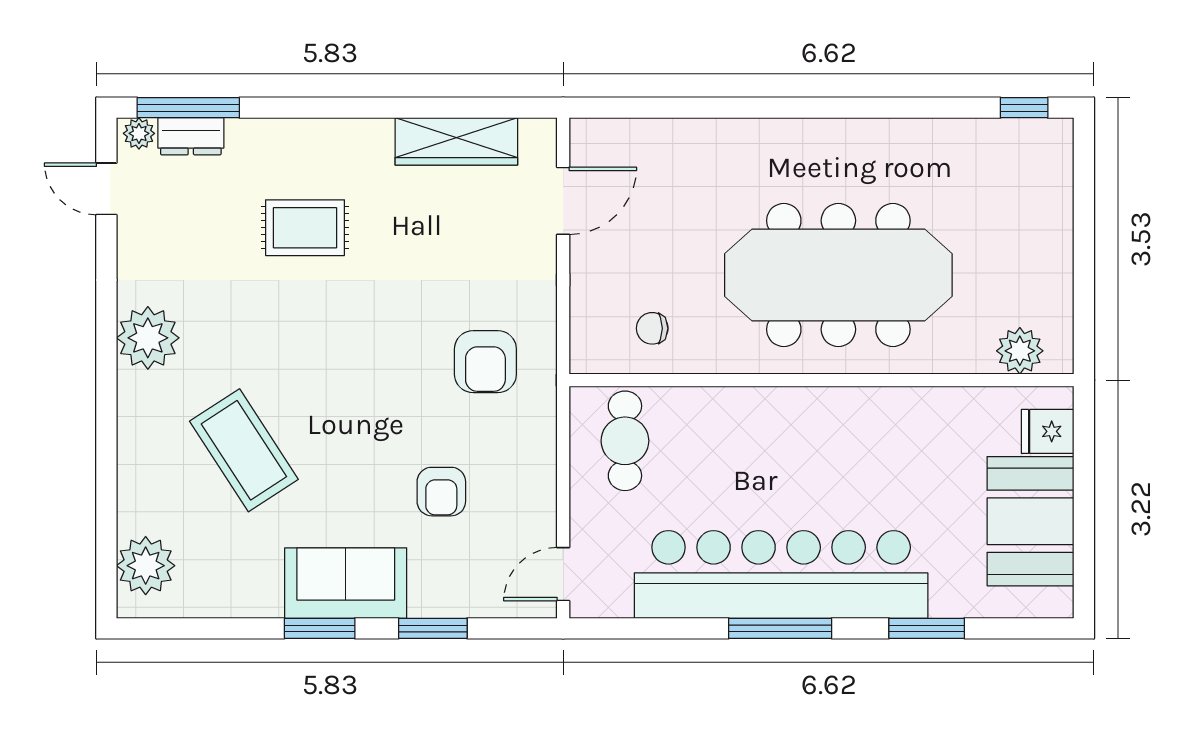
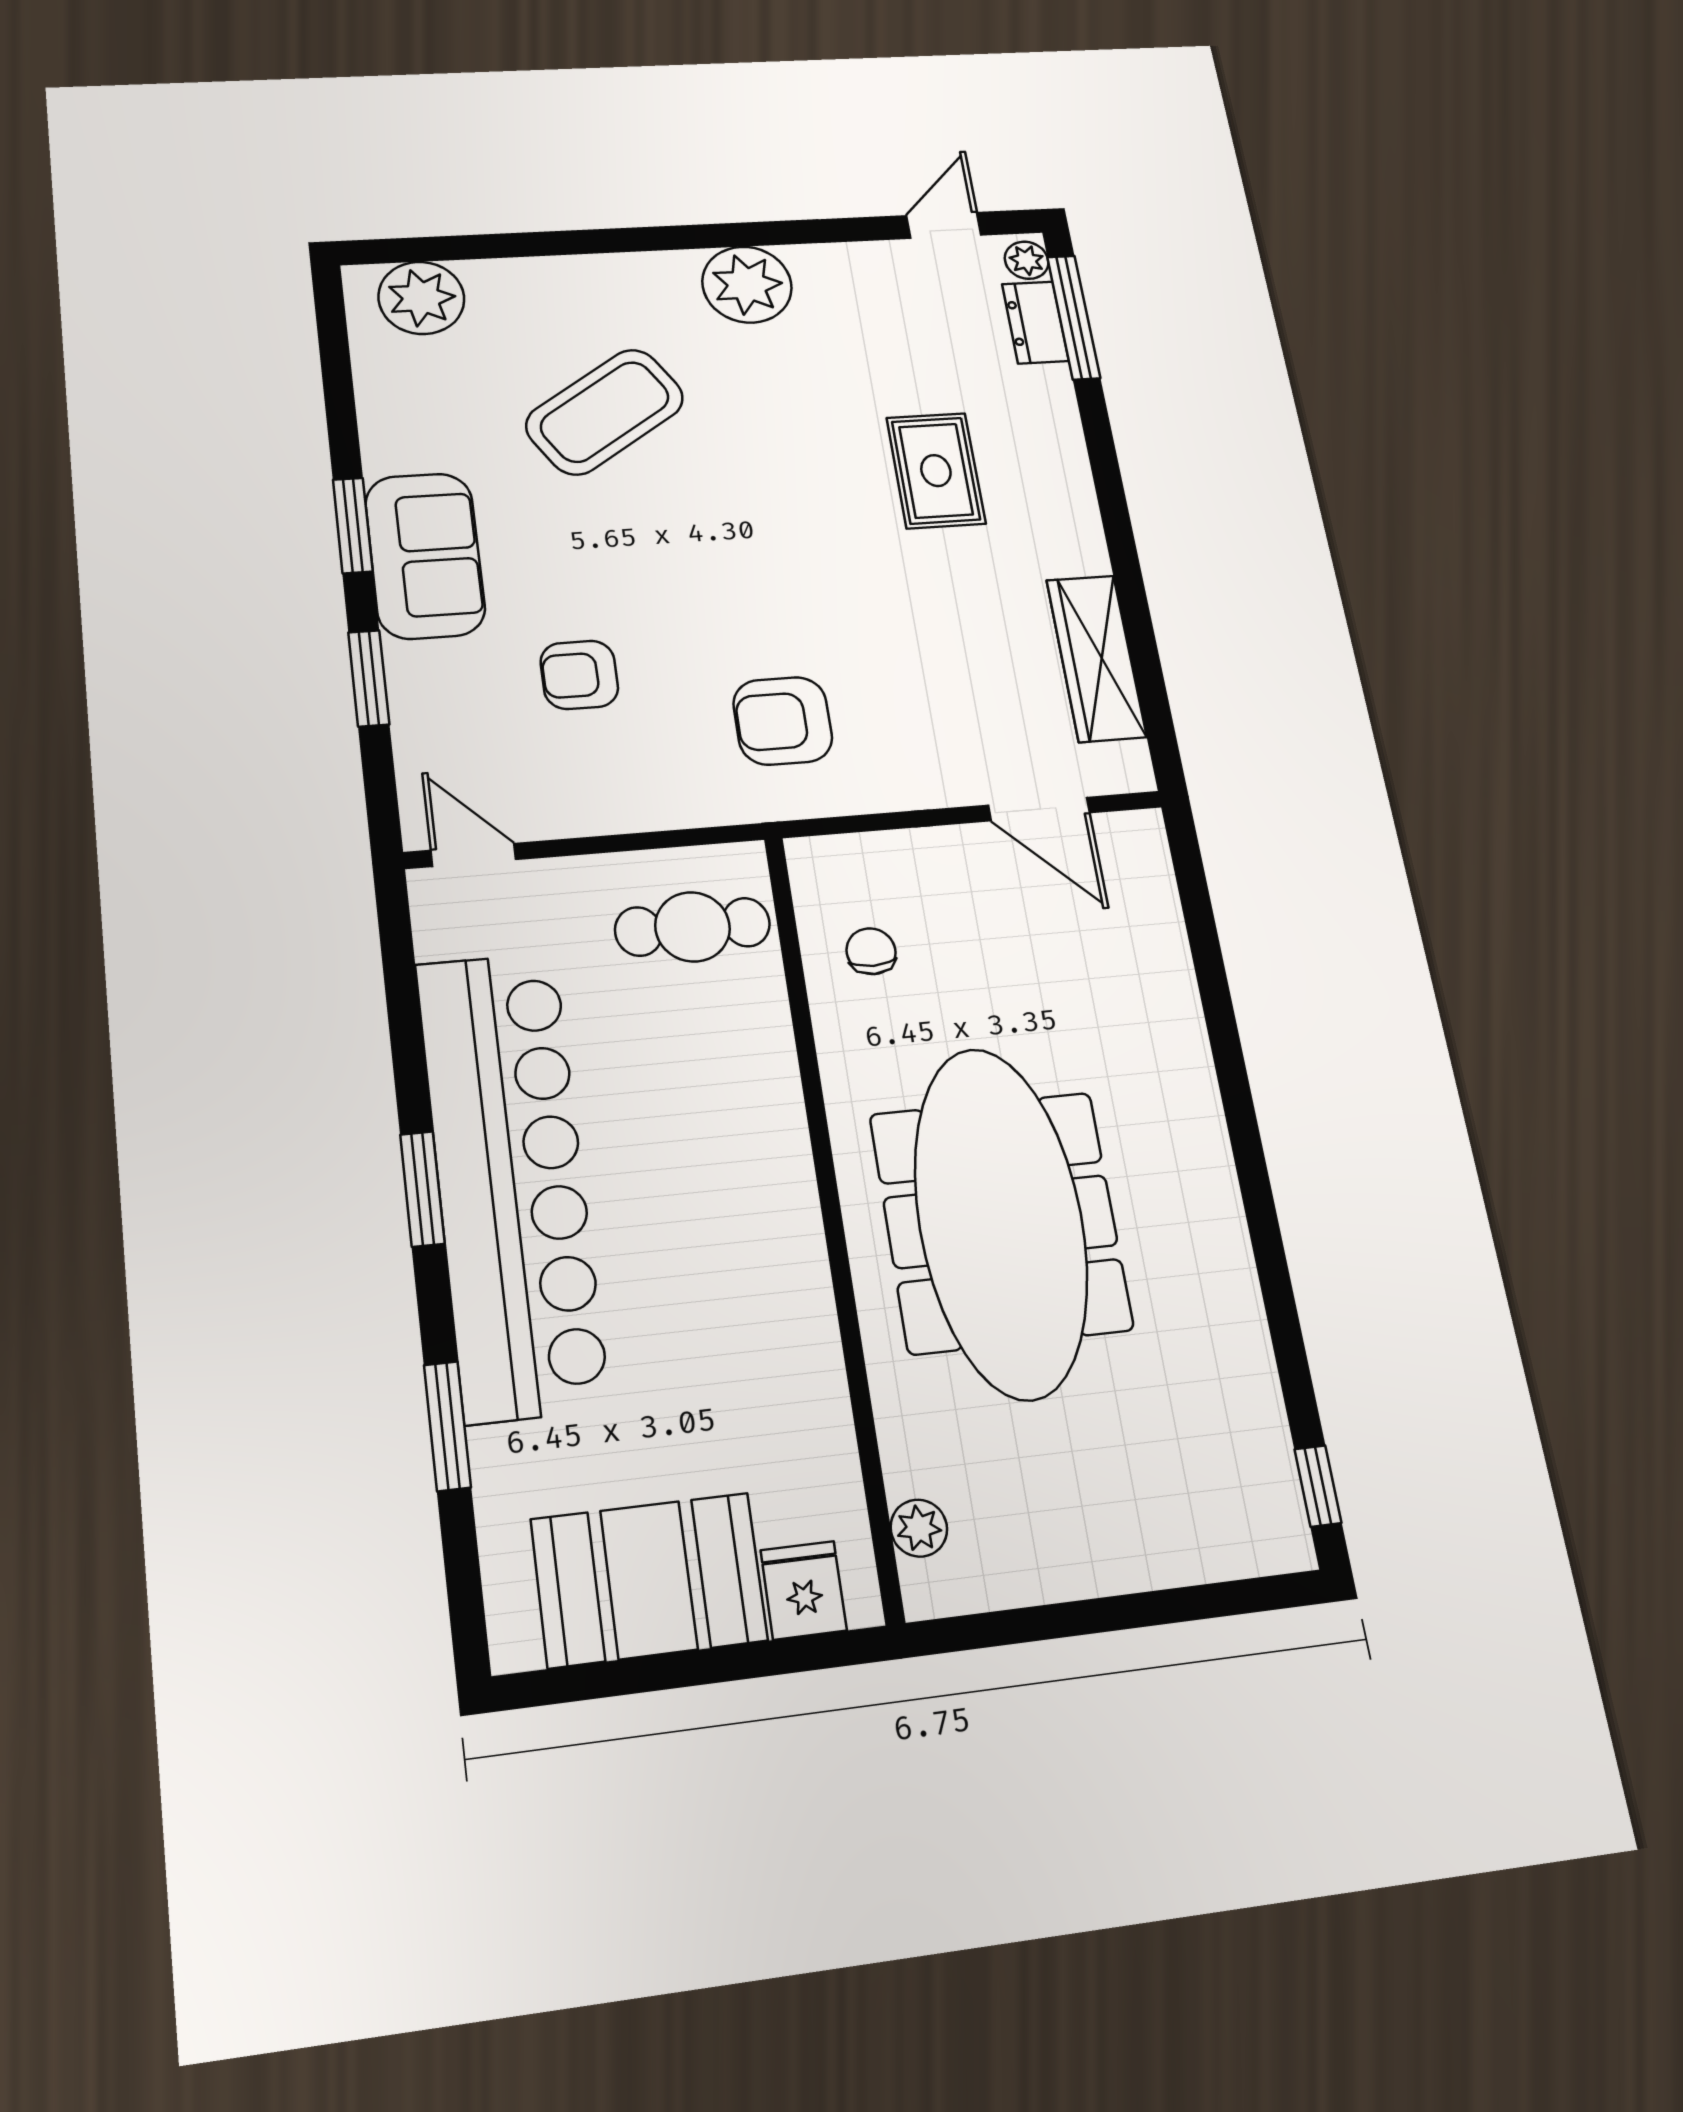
plant: (1020, 351) -> (919, 1528), width x0.73, depth x0.73
window: (780, 628) -> (422, 1189), width x0.69

